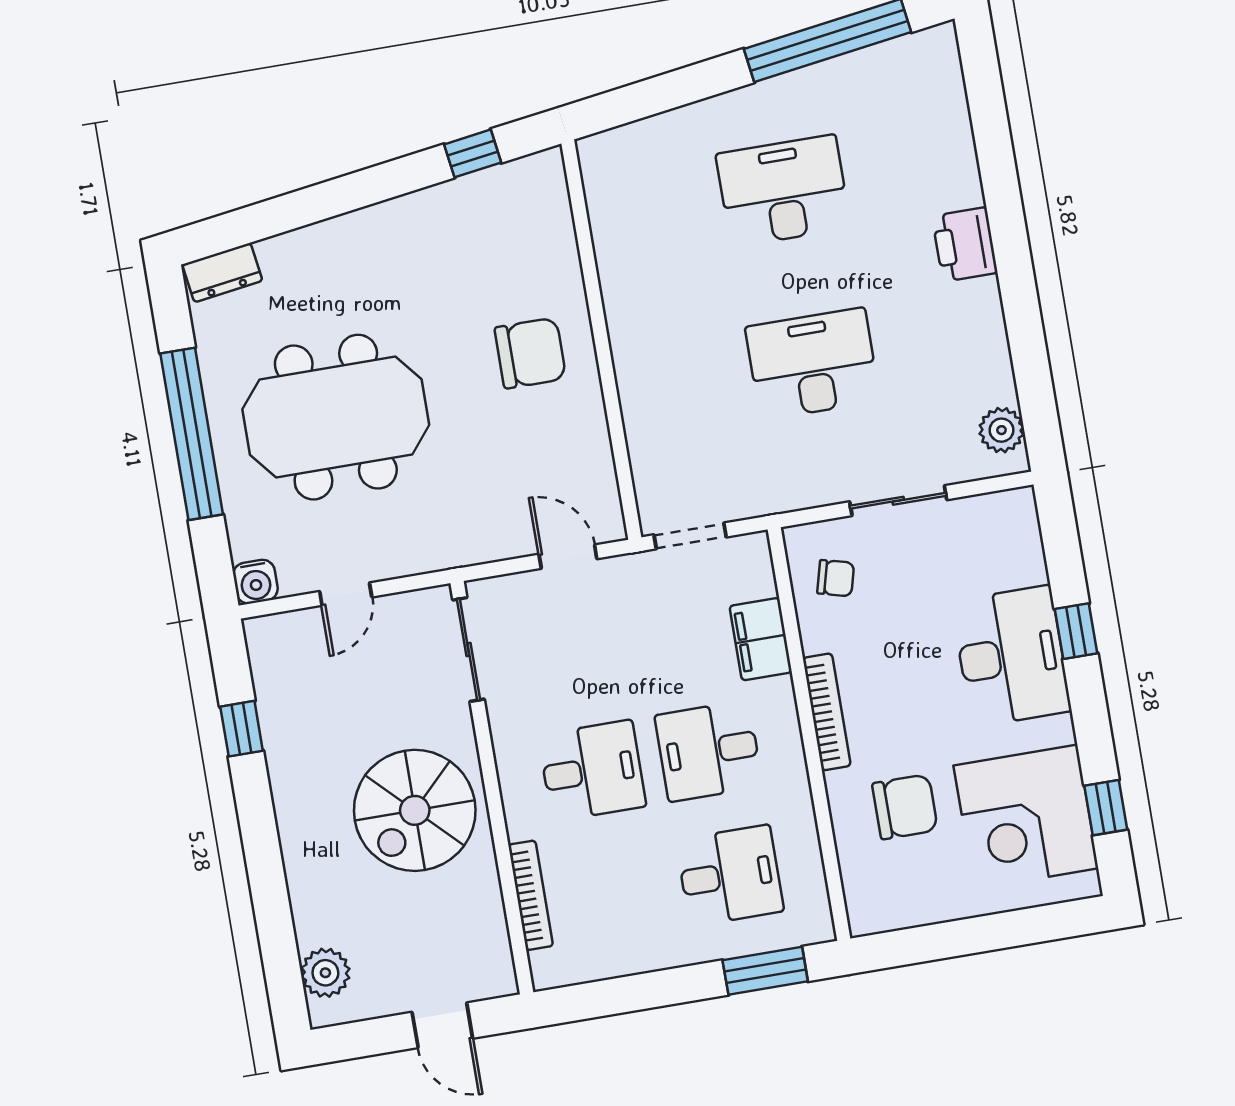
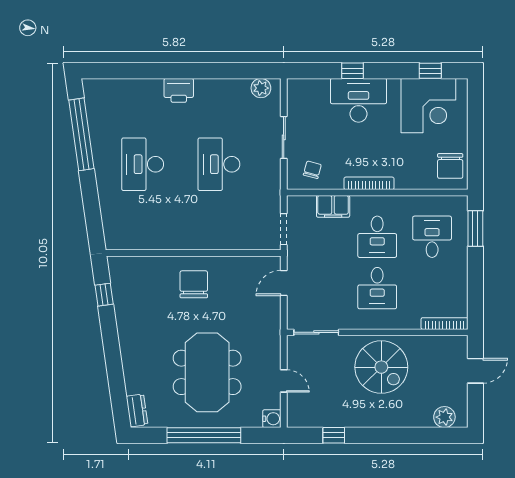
desk: (592, 771) -> (377, 288), turned 180
chair: (905, 807) -> (450, 166), moved, turned 180
bookcase: (531, 895) -> (445, 324), moved

